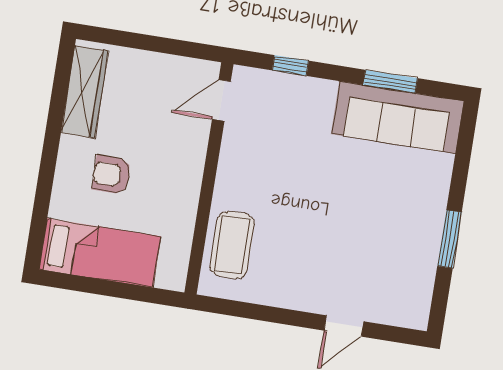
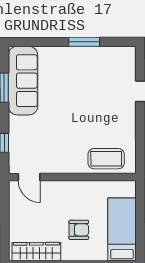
armchair: (112, 175) -> (79, 230), turned -90

